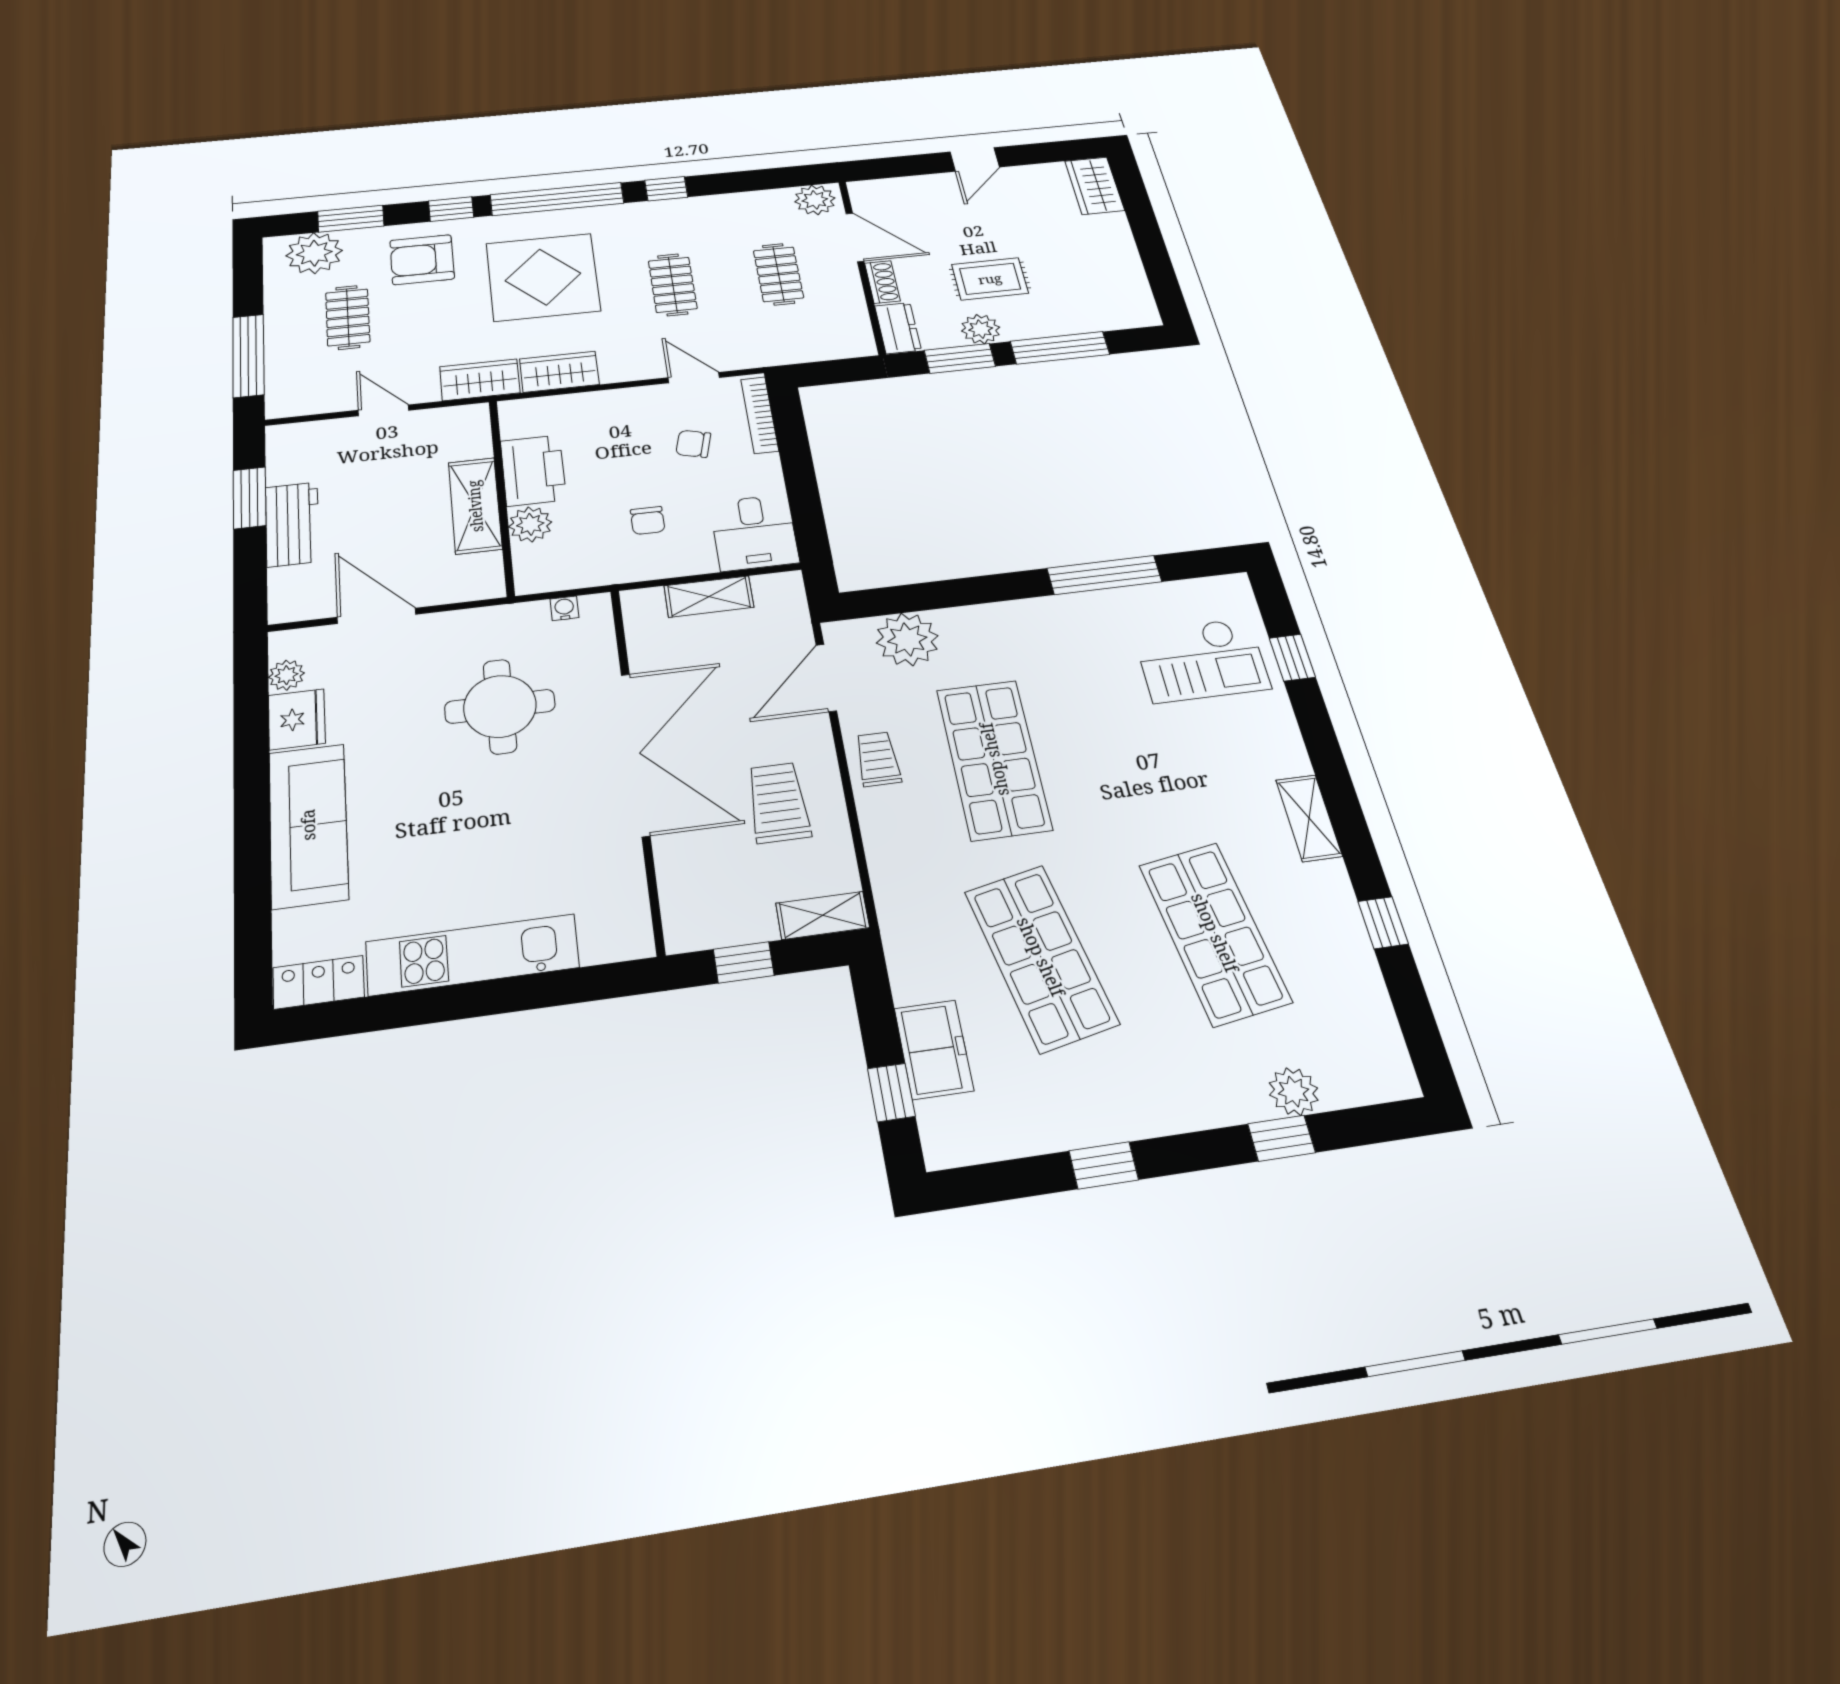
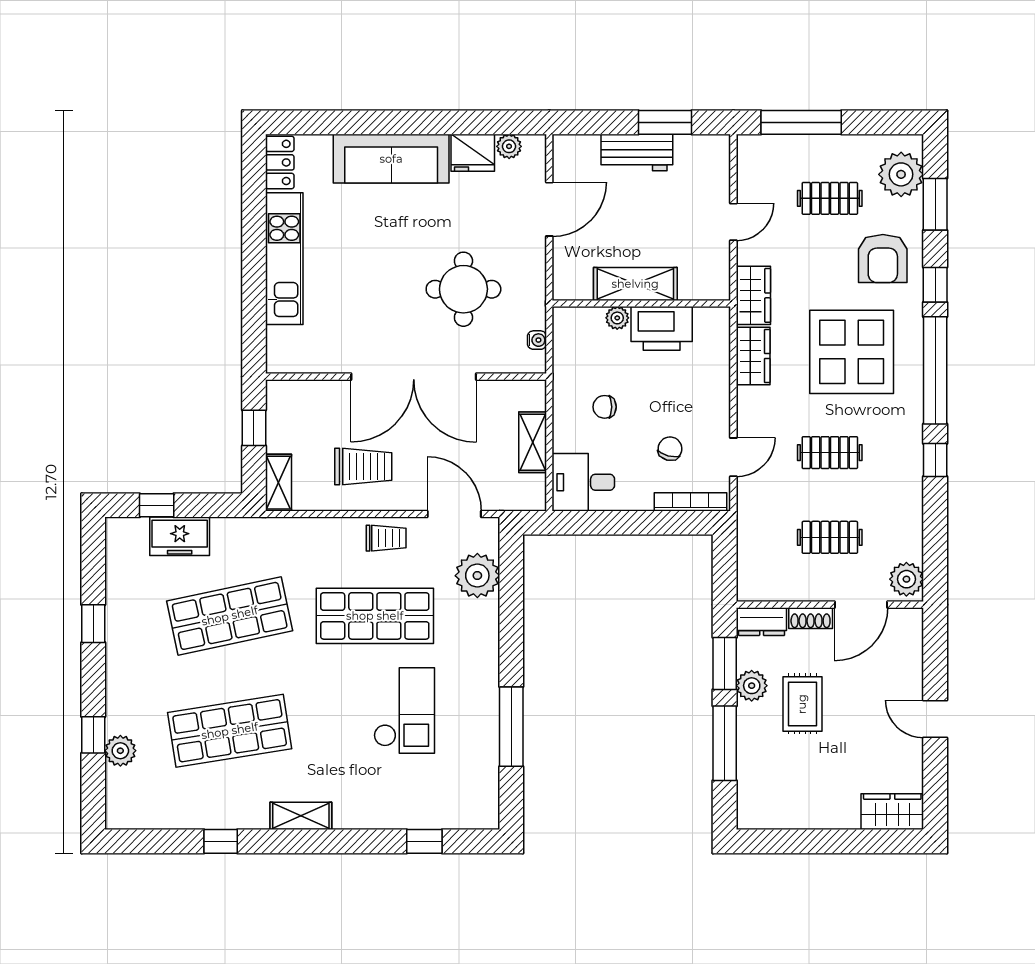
armchair: (422, 260) -> (883, 259), turned 180
plant: (530, 524) -> (617, 318), width x0.73, depth x0.73
checkout: (1201, 660) -> (404, 710), moved, turned 180

